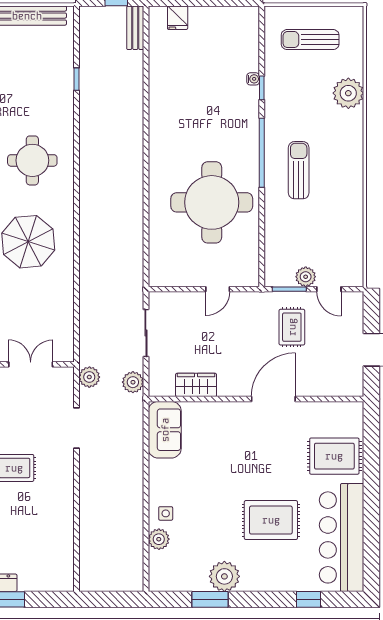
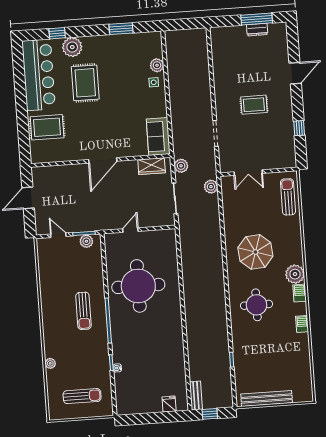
plant: (348, 93) -> (50, 363), width x0.53, depth x0.53
plant: (306, 277) -> (86, 241), moved
rug: (292, 327) -> (81, 209), removed
plant: (89, 377) -> (211, 187), moved
wardrobe: (196, 385) -> (152, 166), moved
door: (273, 399) -> (103, 160), moved
rug: (271, 520) -> (85, 83), turned 90
plant: (224, 576) -> (72, 47), moved

